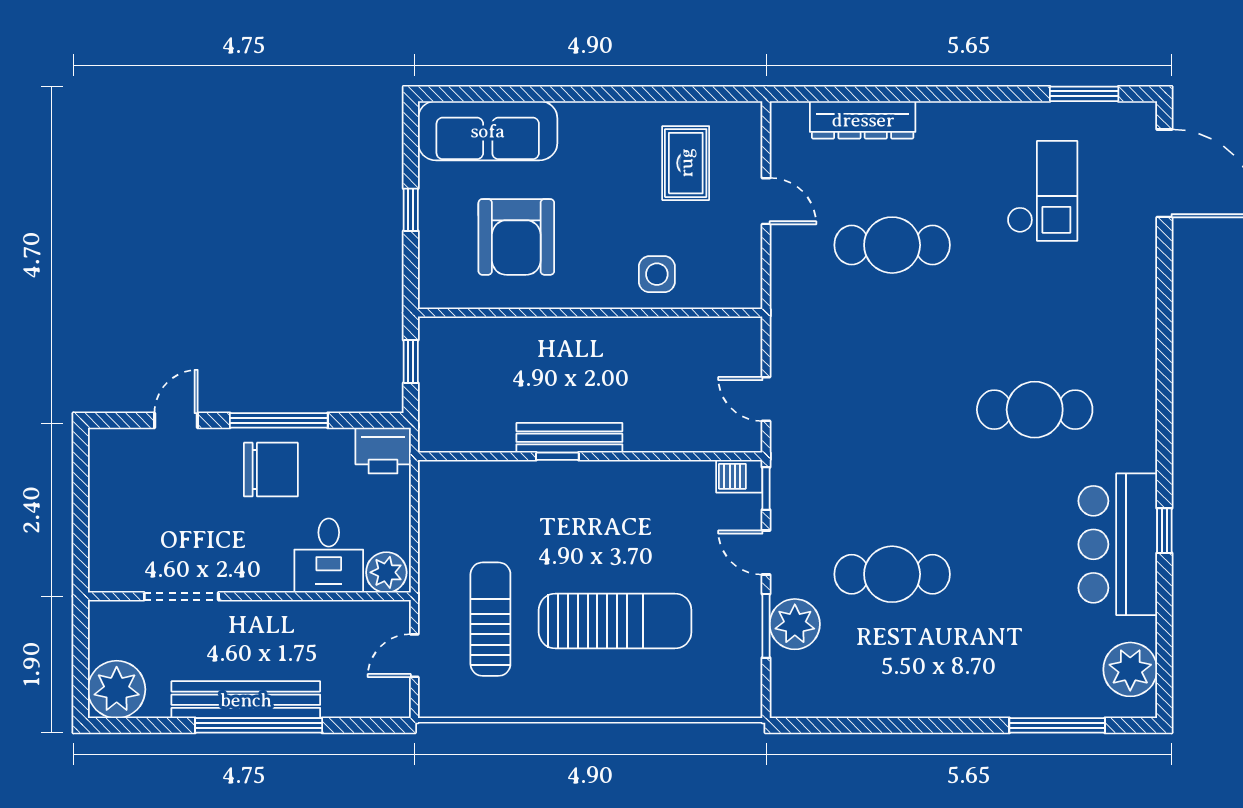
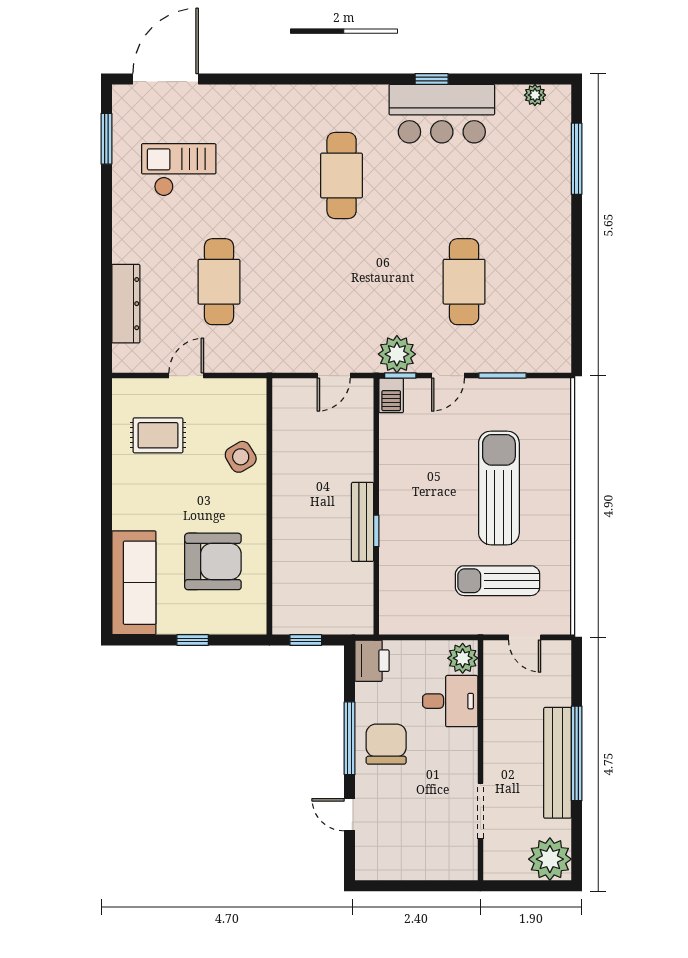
side table: (657, 274) -> (241, 457), turned -31
plant: (795, 624) -> (397, 354), moved
plant: (1130, 669) -> (535, 95), width x0.53, depth x0.53

